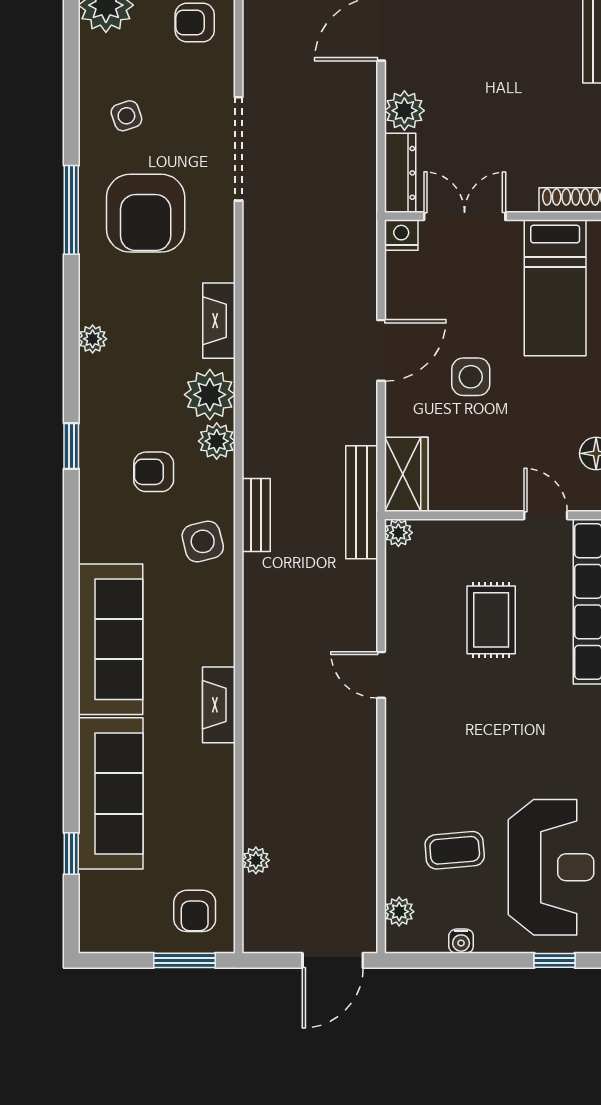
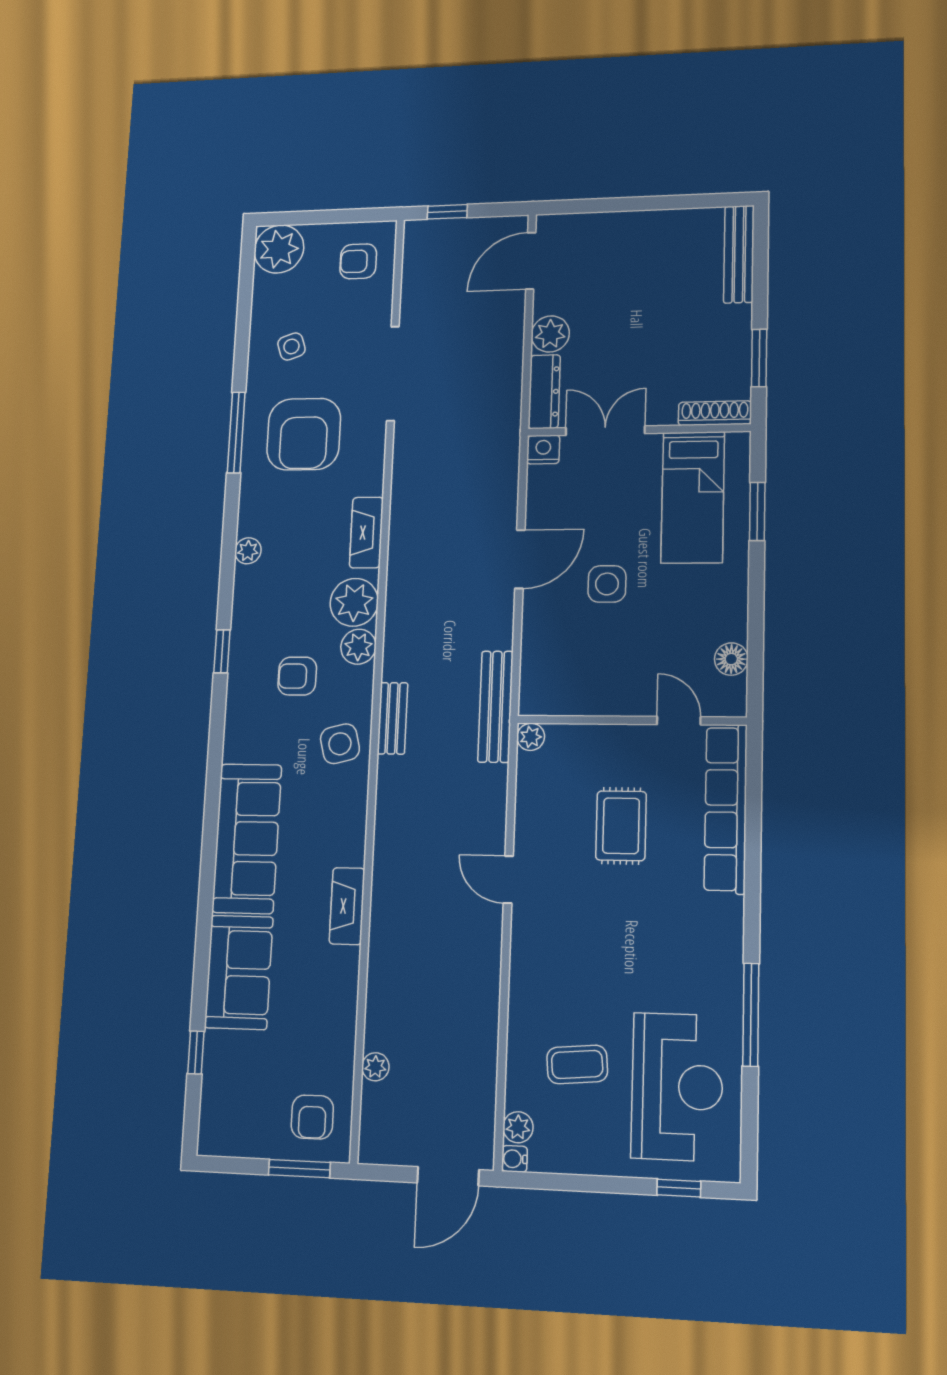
wardrobe: (406, 474) -> (540, 679), removed
sofa: (111, 793) -> (239, 972), width x0.73
water cooler: (461, 941) -> (514, 1159), moved, turned 90

